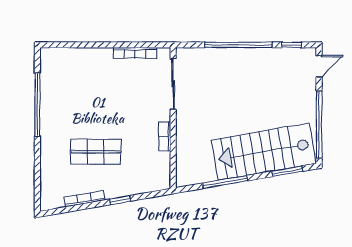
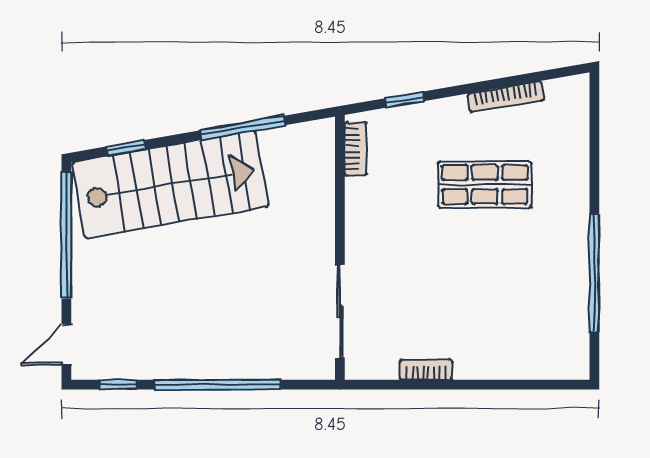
bookcase: (135, 53) -> (426, 370), width x0.64
bookcase: (165, 136) -> (355, 149), moved
window: (287, 171) -> (126, 148), width x0.67
window: (120, 200) -> (404, 100), moved

